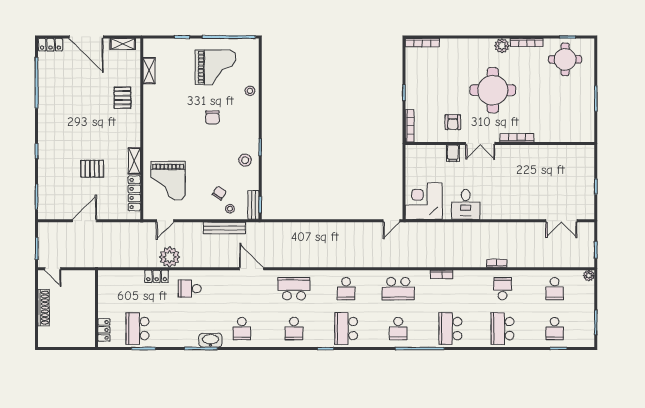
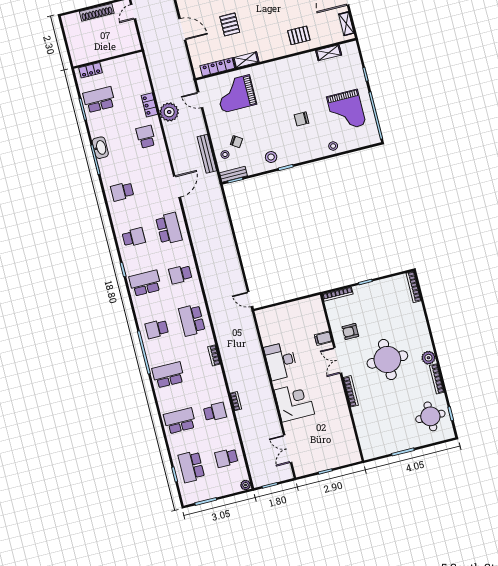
corner desk: (424, 201) -> (294, 402), moved
desk: (466, 204) -> (281, 361), width x1.37
school desk: (294, 329) -> (134, 237), turned 180
school desk: (555, 329) -> (191, 467), width x1.85
washbasin: (210, 340) -> (100, 148), moved

